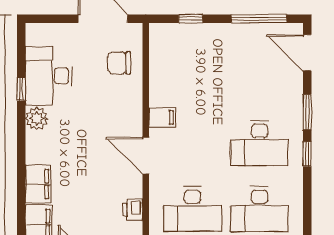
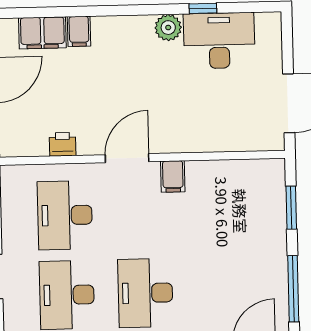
window: (191, 19) -> (291, 208), width x1.50
chair: (119, 63) -> (237, 124), removed
filing cabinet: (38, 184) -> (79, 31), width x0.50

